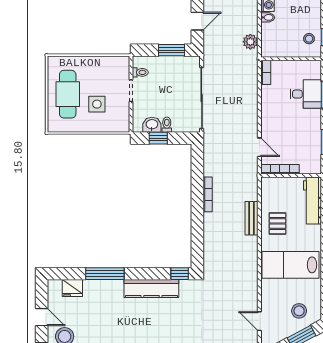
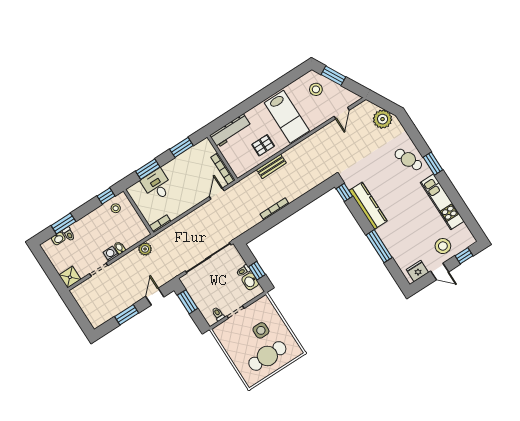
door: (197, 21) -> (155, 297), hinge flipped
fridge: (72, 288) -> (417, 271), moved, turned -90
door: (42, 317) -> (440, 271), swing flipped

